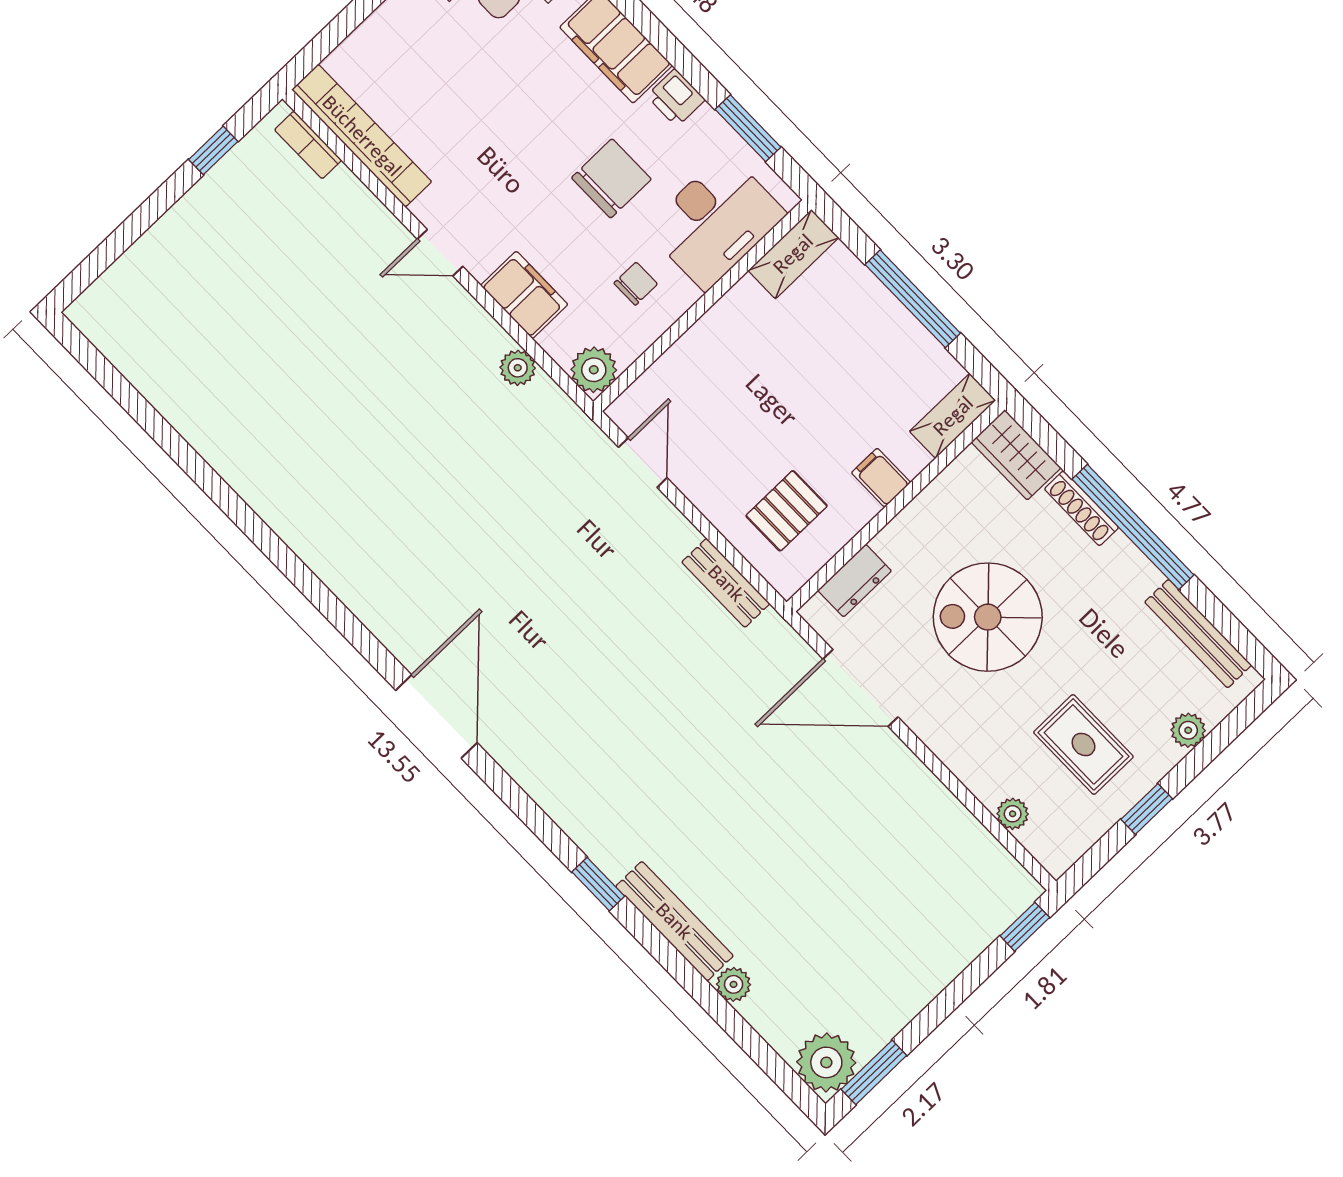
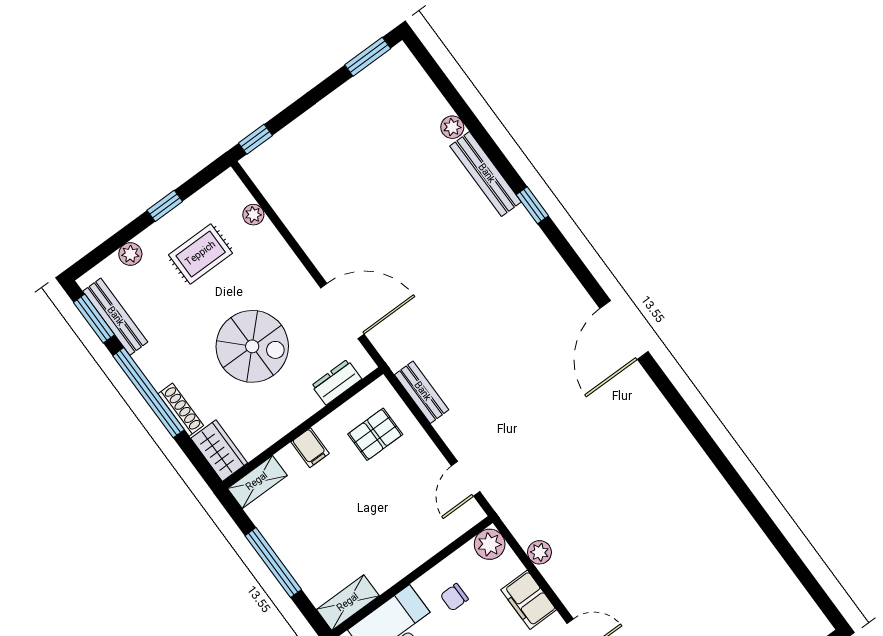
window: (1229, 627) -> (94, 319), added
rug: (1083, 744) -> (201, 254), turned 90
plant: (826, 1062) -> (398, 67), removed

